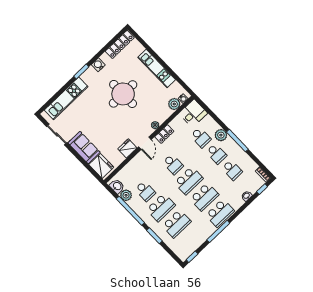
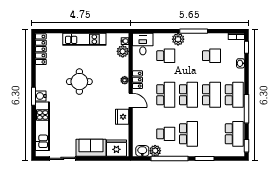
water cooler: (98, 65) -> (41, 96), moved
round table: (123, 94) -> (79, 82), width x0.73, depth x0.73
school desk: (216, 154) -> (189, 56), removed
school desk: (173, 164) -> (166, 95), width x1.85
school desk: (177, 224) -> (234, 134), moved

